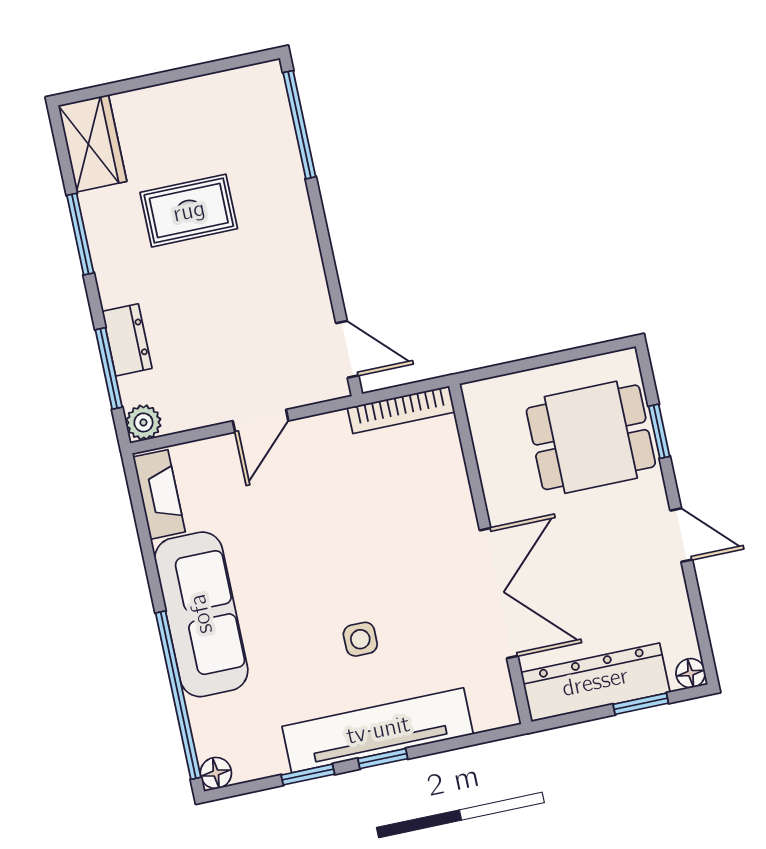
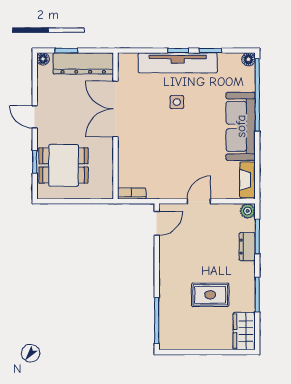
door: (347, 349) -> (157, 223), swing flipped
bookcase: (401, 410) -> (132, 194), width x0.64

